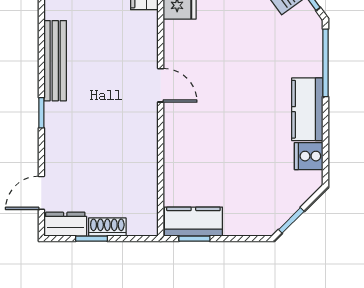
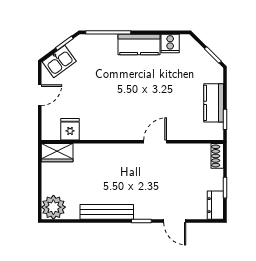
door: (161, 85) -> (155, 142), moved
door: (41, 193) -> (175, 221), moved
kitchen counter: (193, 222) -> (214, 103), moved
shoe rack: (107, 227) -> (217, 156), moved

